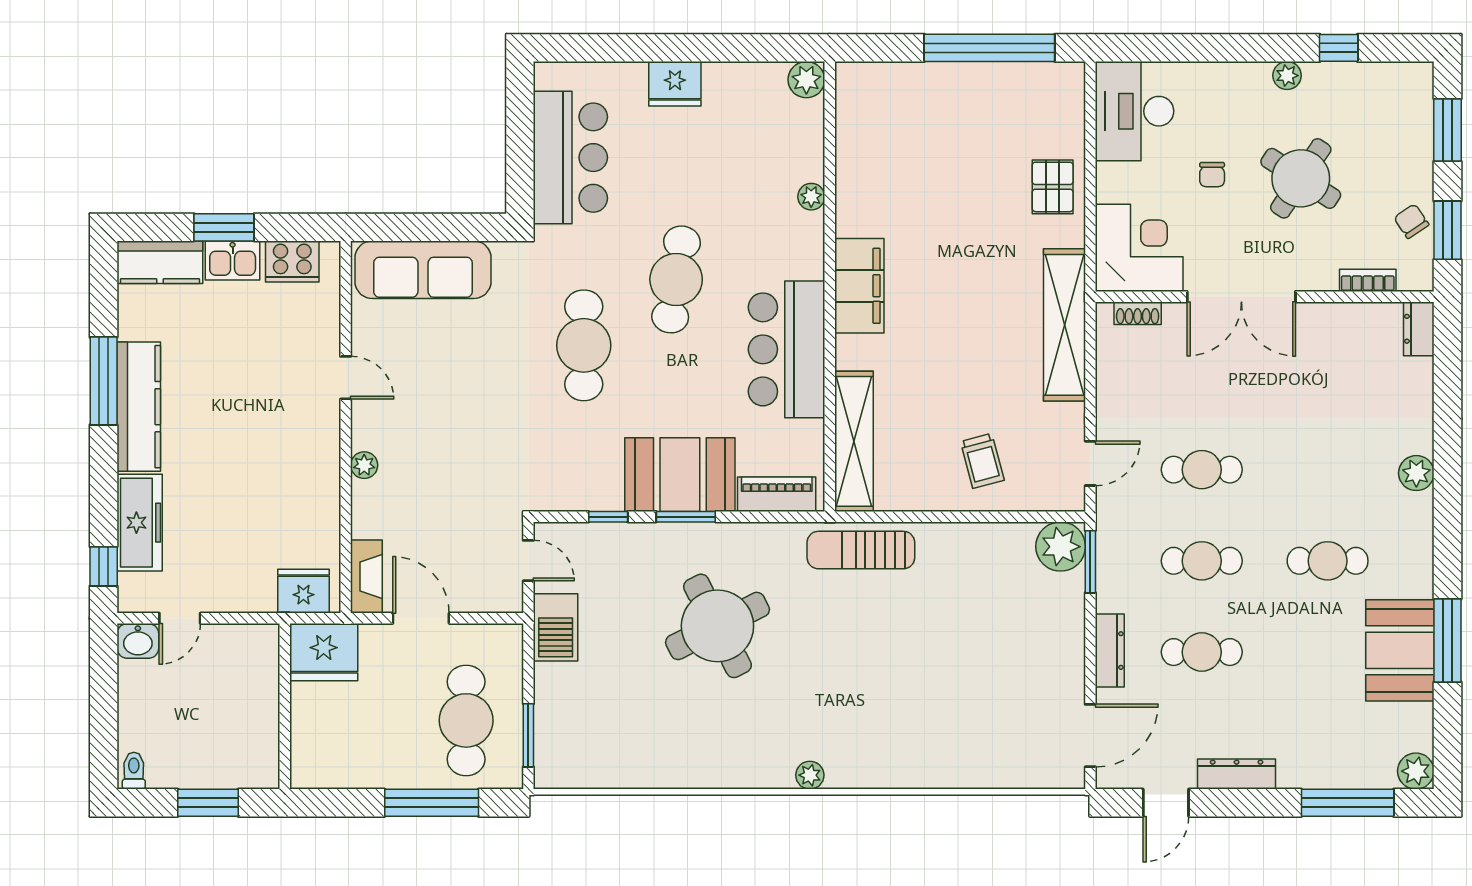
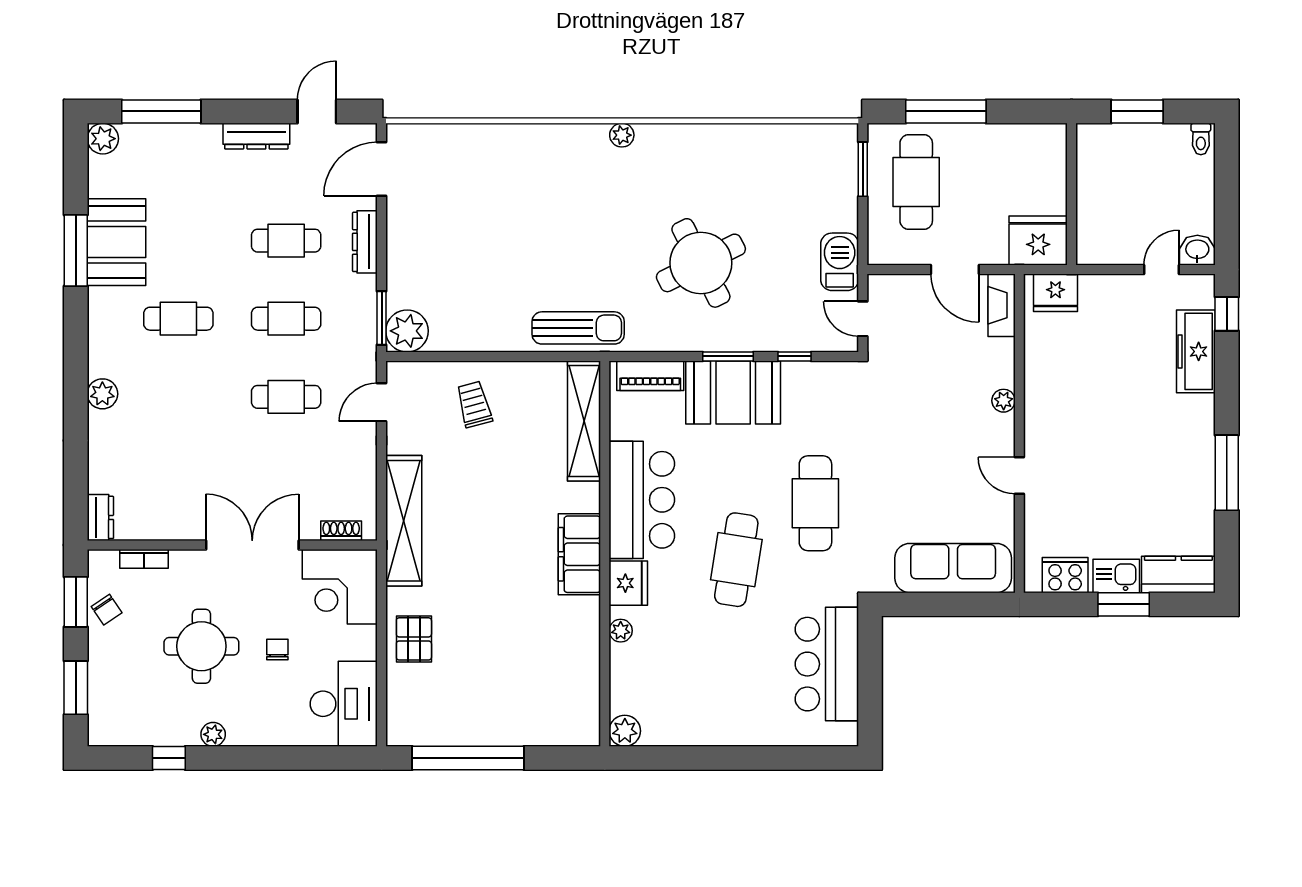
fridge: (675, 84) -> (628, 583), moved, turned 90
round table: (1301, 178) -> (201, 646), turned -33
kitchen counter: (139, 407) -> (1197, 451), removed

